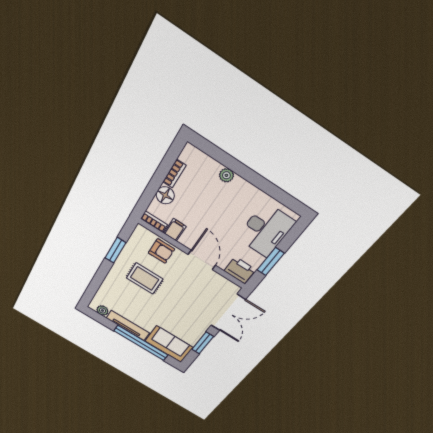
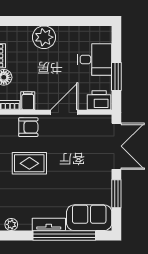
plant: (226, 175) -> (44, 37), width x1.88, depth x1.88
desk: (266, 230) -> (95, 60), width x0.73
door: (202, 260) -> (64, 112), hinge flipped
tv unit: (128, 326) -> (49, 224), width x0.71

